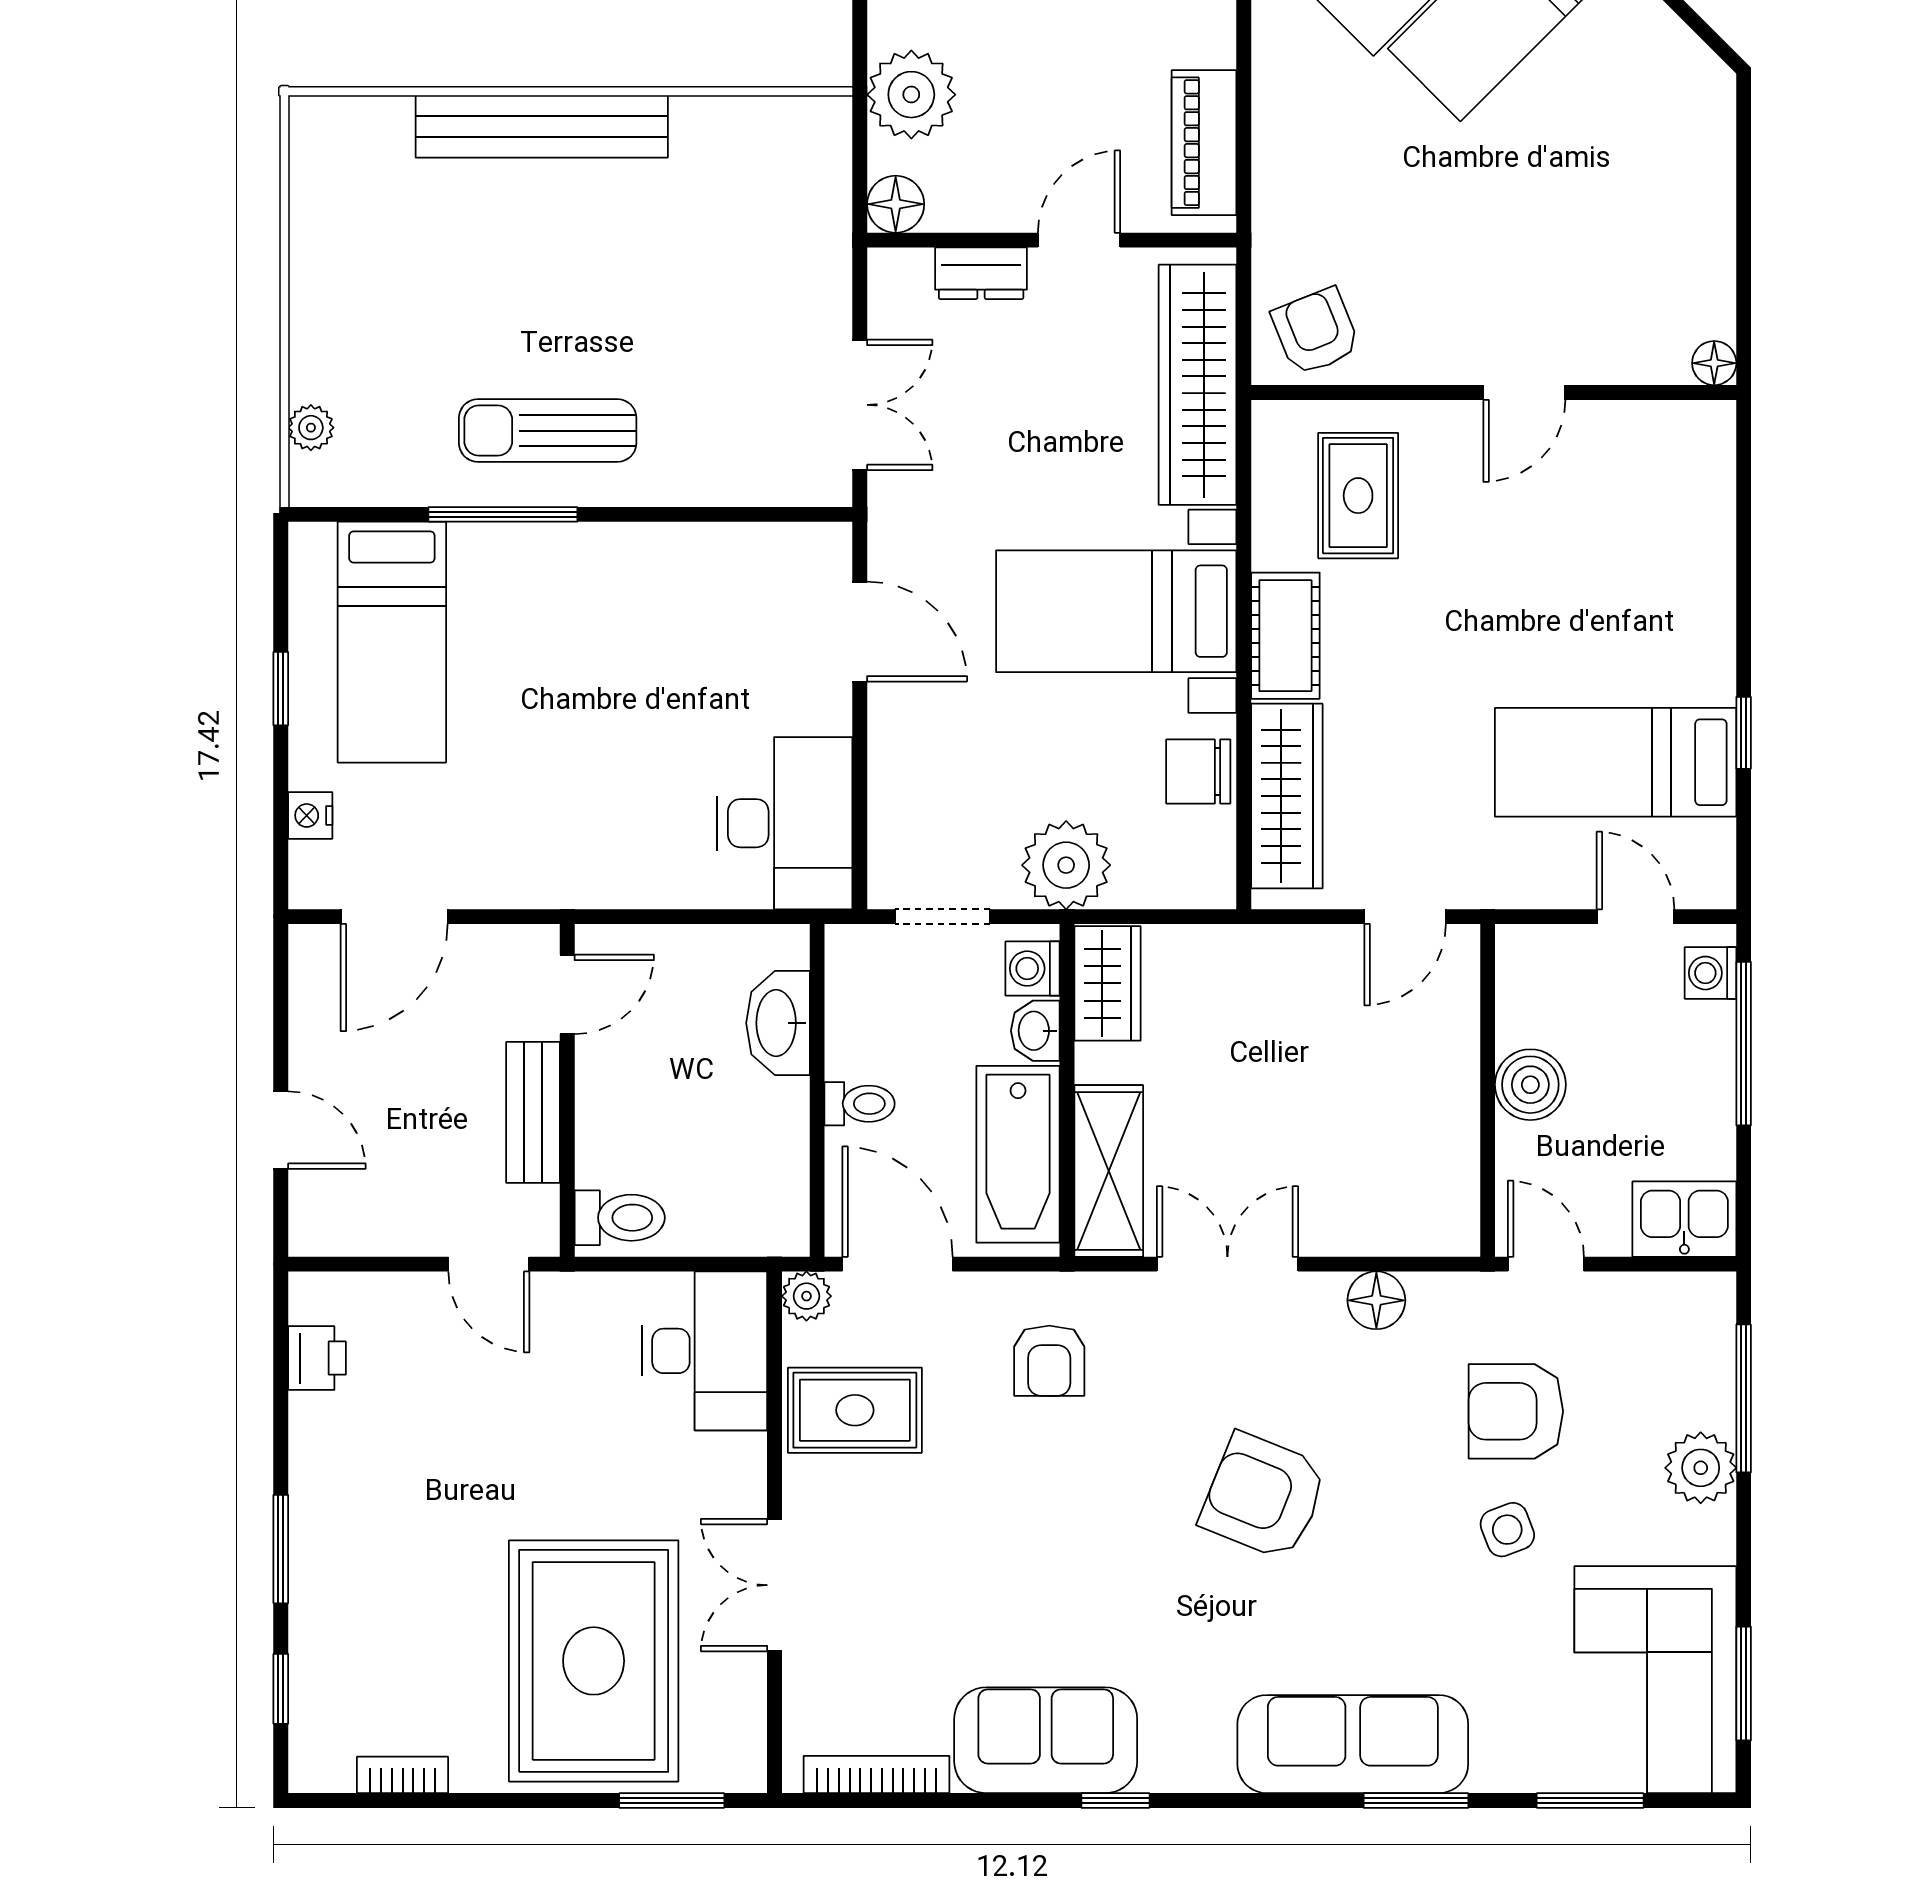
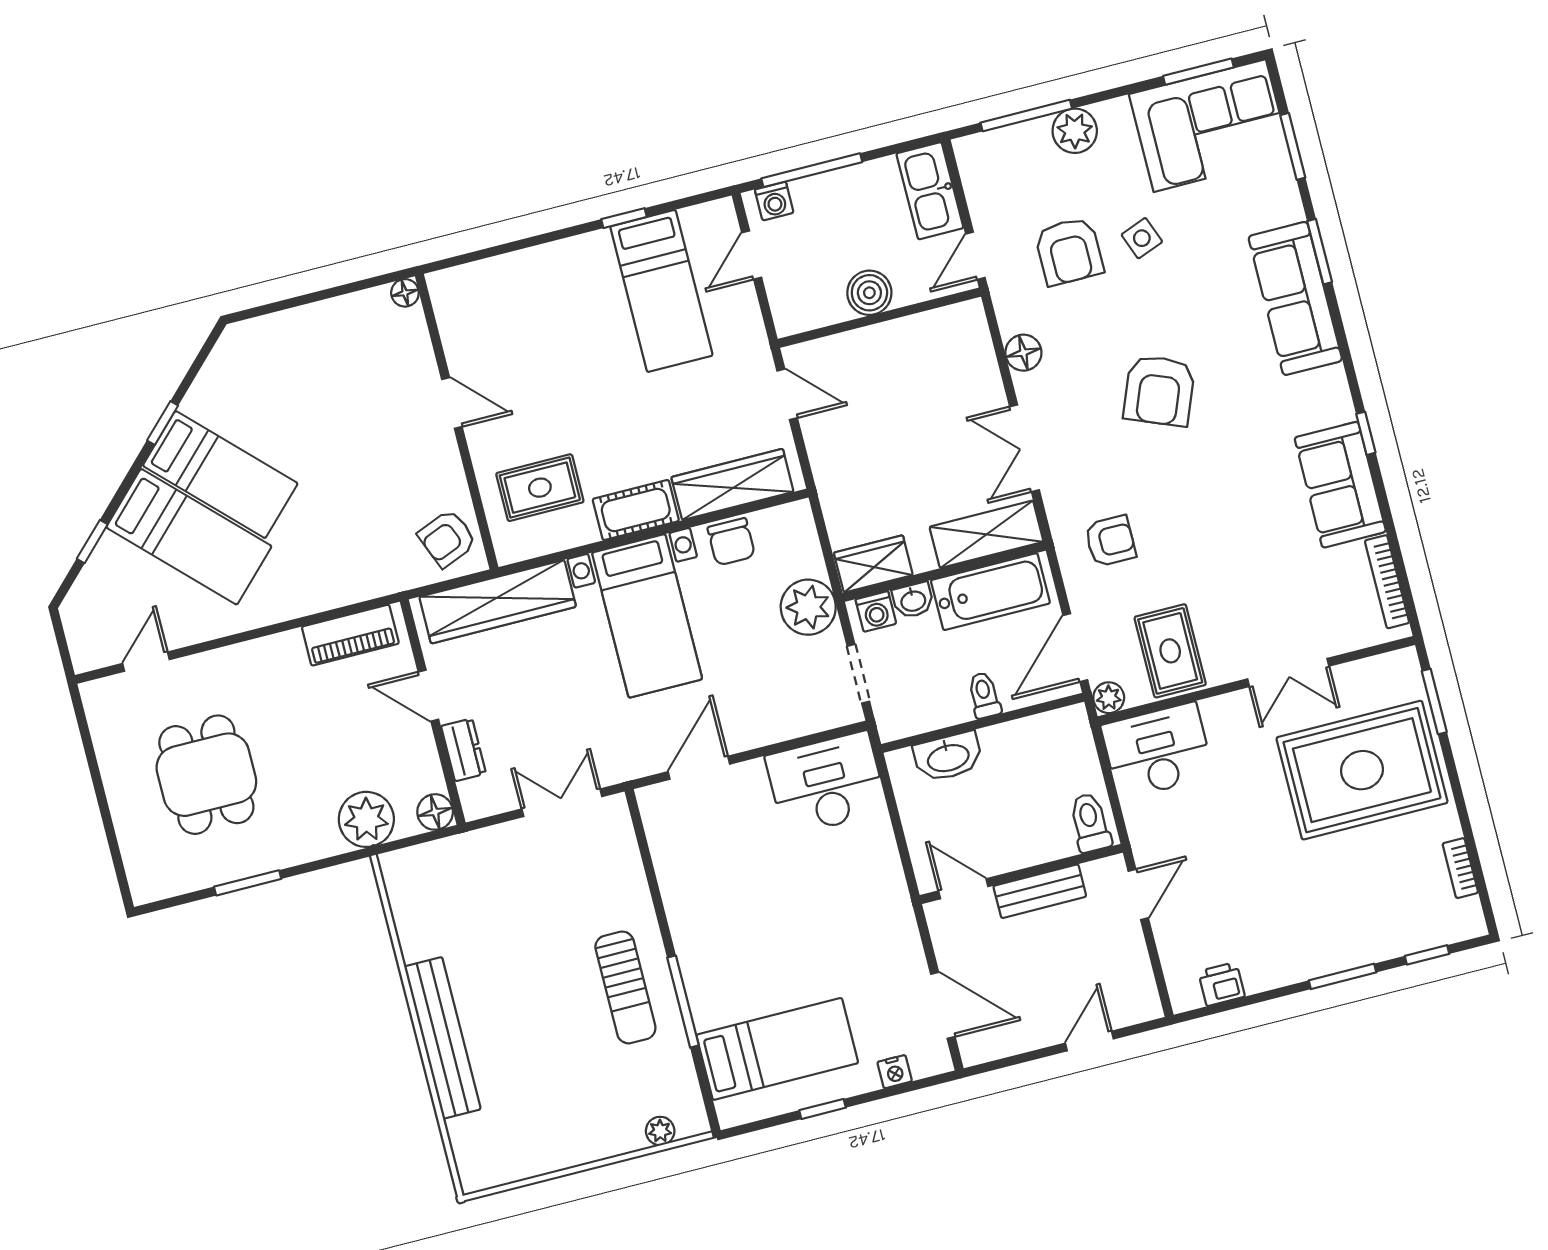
kitchen sink: (1684, 1219) -> (930, 191), width x1.38

